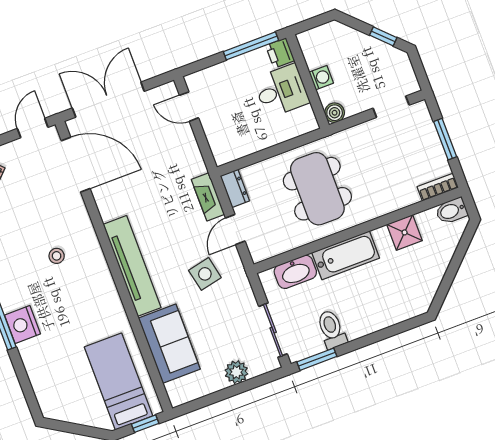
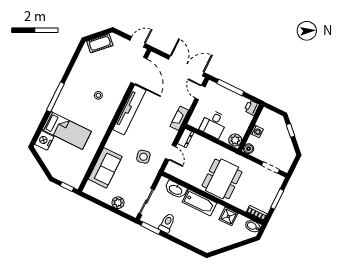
window: (383, 36) -> (290, 130), moved
window: (251, 46) -> (230, 88), moved
desk: (281, 91) -> (214, 124), moved, turned 90
double door: (108, 100) -> (186, 66), moved
plant: (304, 120) -> (235, 140), added
dining table: (317, 189) -> (222, 179), moved
fireplace: (208, 197) -> (179, 118), moved
door: (235, 230) -> (170, 153), swing flipped
tv unit: (132, 266) -> (129, 110), moved
nightstand: (22, 325) -> (44, 140), moved
bed: (118, 381) -> (67, 130), moved, turned 90

